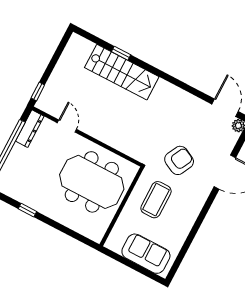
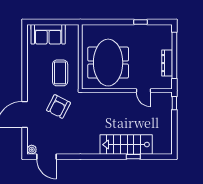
dresser: (30, 129) -> (167, 63), moved
meeting table: (92, 182) -> (108, 63), turned 90

